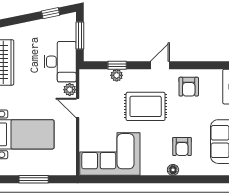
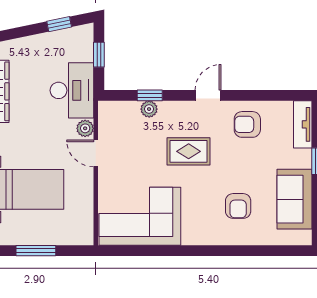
window: (80, 35) -> (99, 55), width x0.67
armchair: (189, 87) -> (247, 124), turned 90
rug: (146, 106) -> (189, 151), width x0.73, depth x0.70
floor lamp: (173, 170) -> (226, 238), removed

